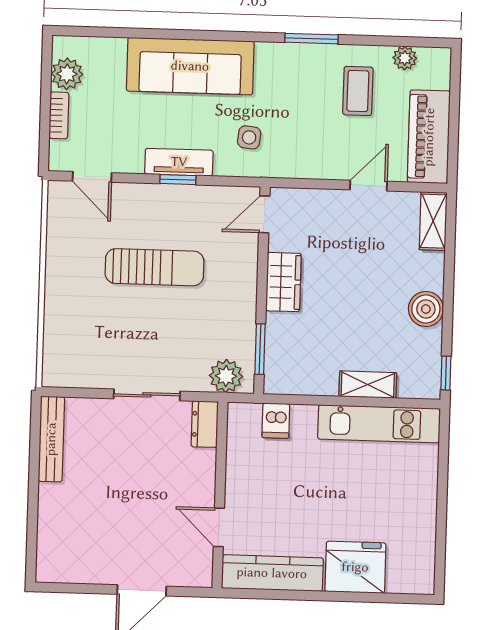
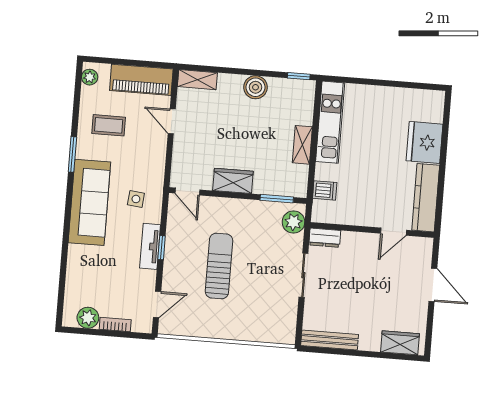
plant: (405, 58) -> (90, 77), moved
sofa: (190, 66) -> (89, 202), moved
shelving: (368, 385) -> (302, 145), moved
wardrobe: (52, 545) -> (400, 343), added

